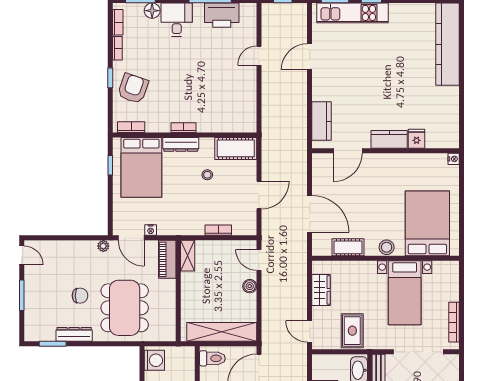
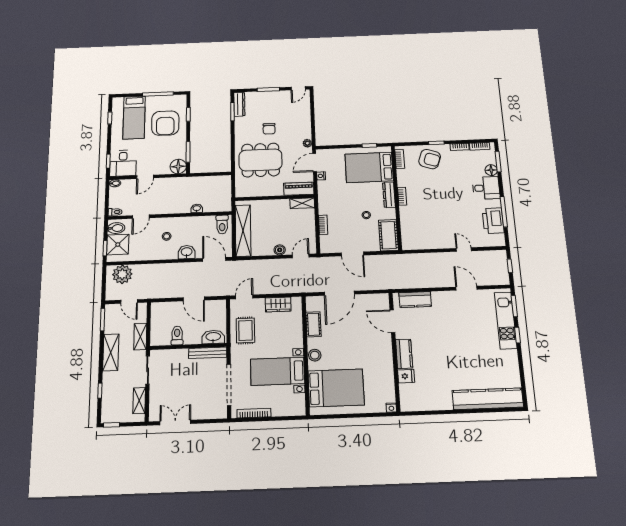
rug: (352, 331) -> (246, 330), turned 90
dresser: (74, 334) -> (239, 104), moved
washing machine: (154, 360) -> (220, 183), removed

